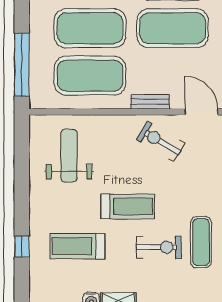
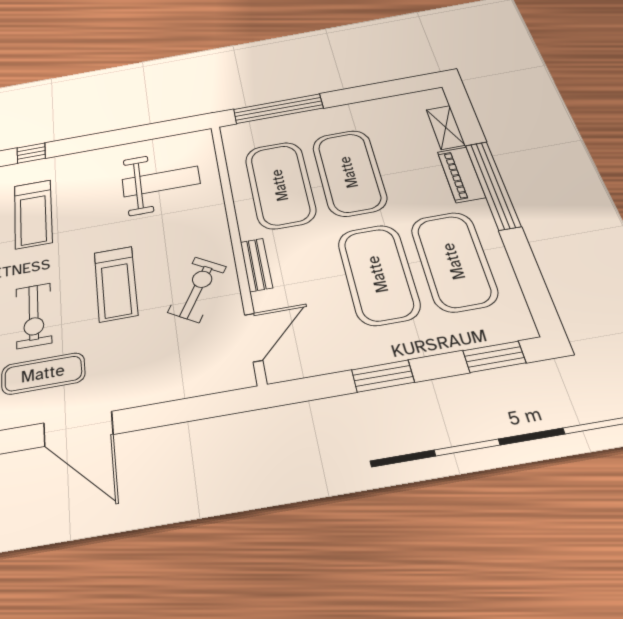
treadmill: (128, 206) -> (116, 284), moved
treadmill: (77, 246) -> (33, 214), turned 180

